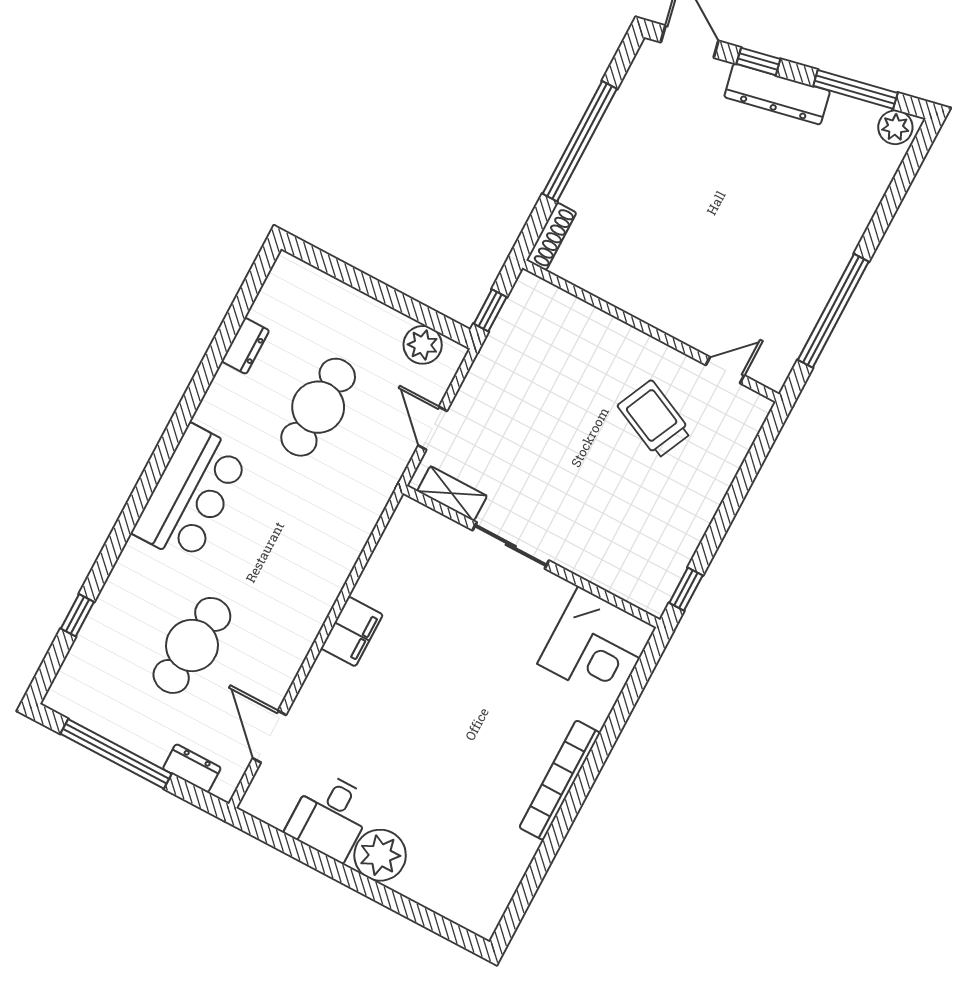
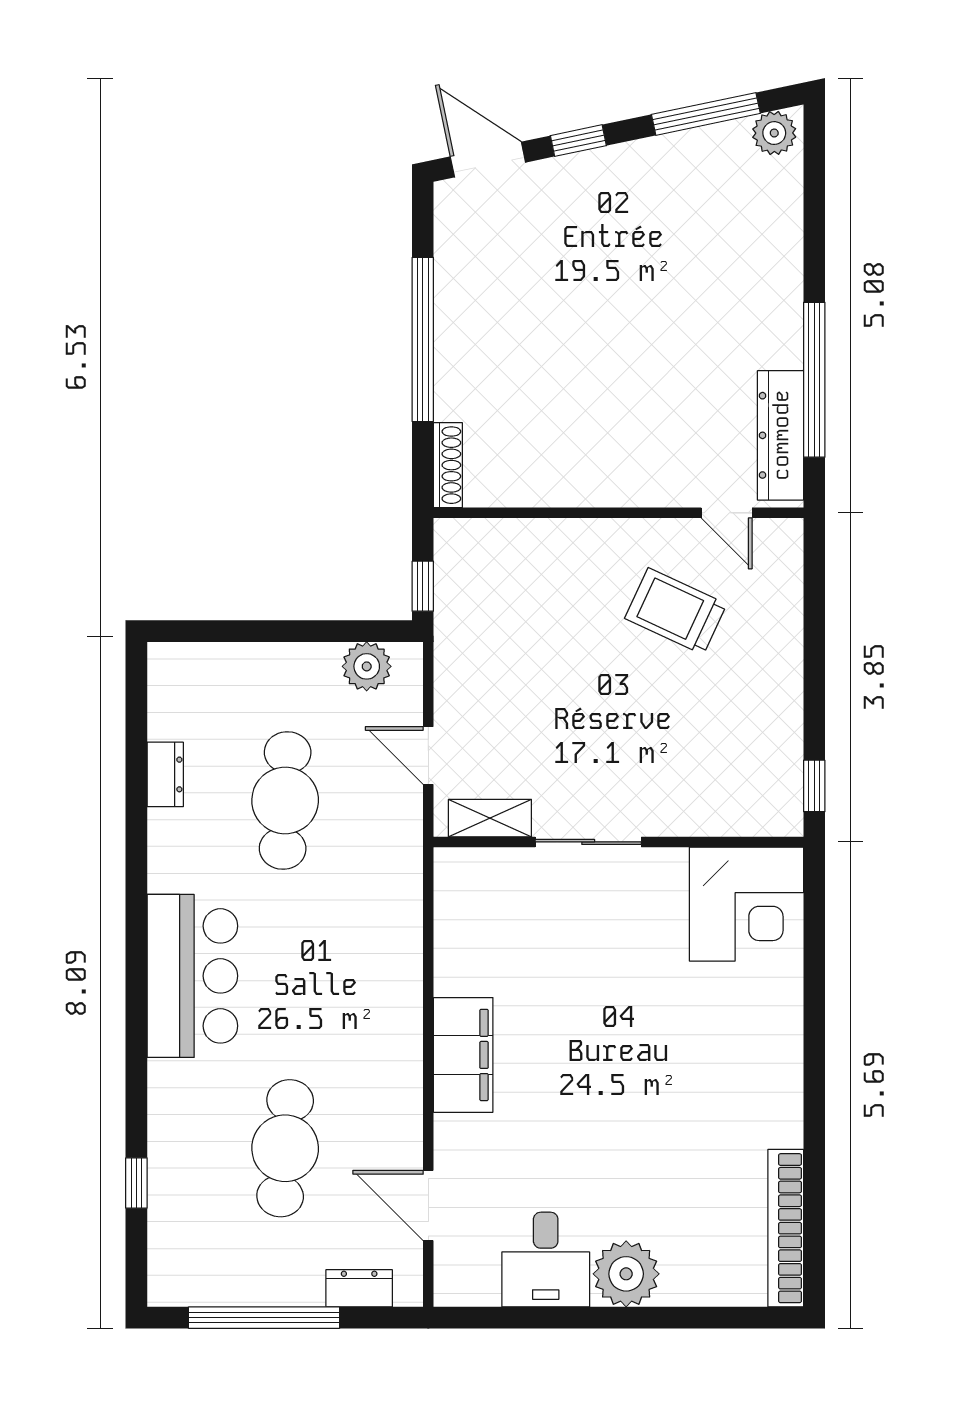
dresser: (777, 94) -> (781, 435), moved, turned 102
door: (725, 370) -> (727, 513), swing flipped
filing cabinet: (352, 631) -> (463, 1055), width x1.50, depth x1.17
bookcase: (560, 780) -> (786, 1228), moved

